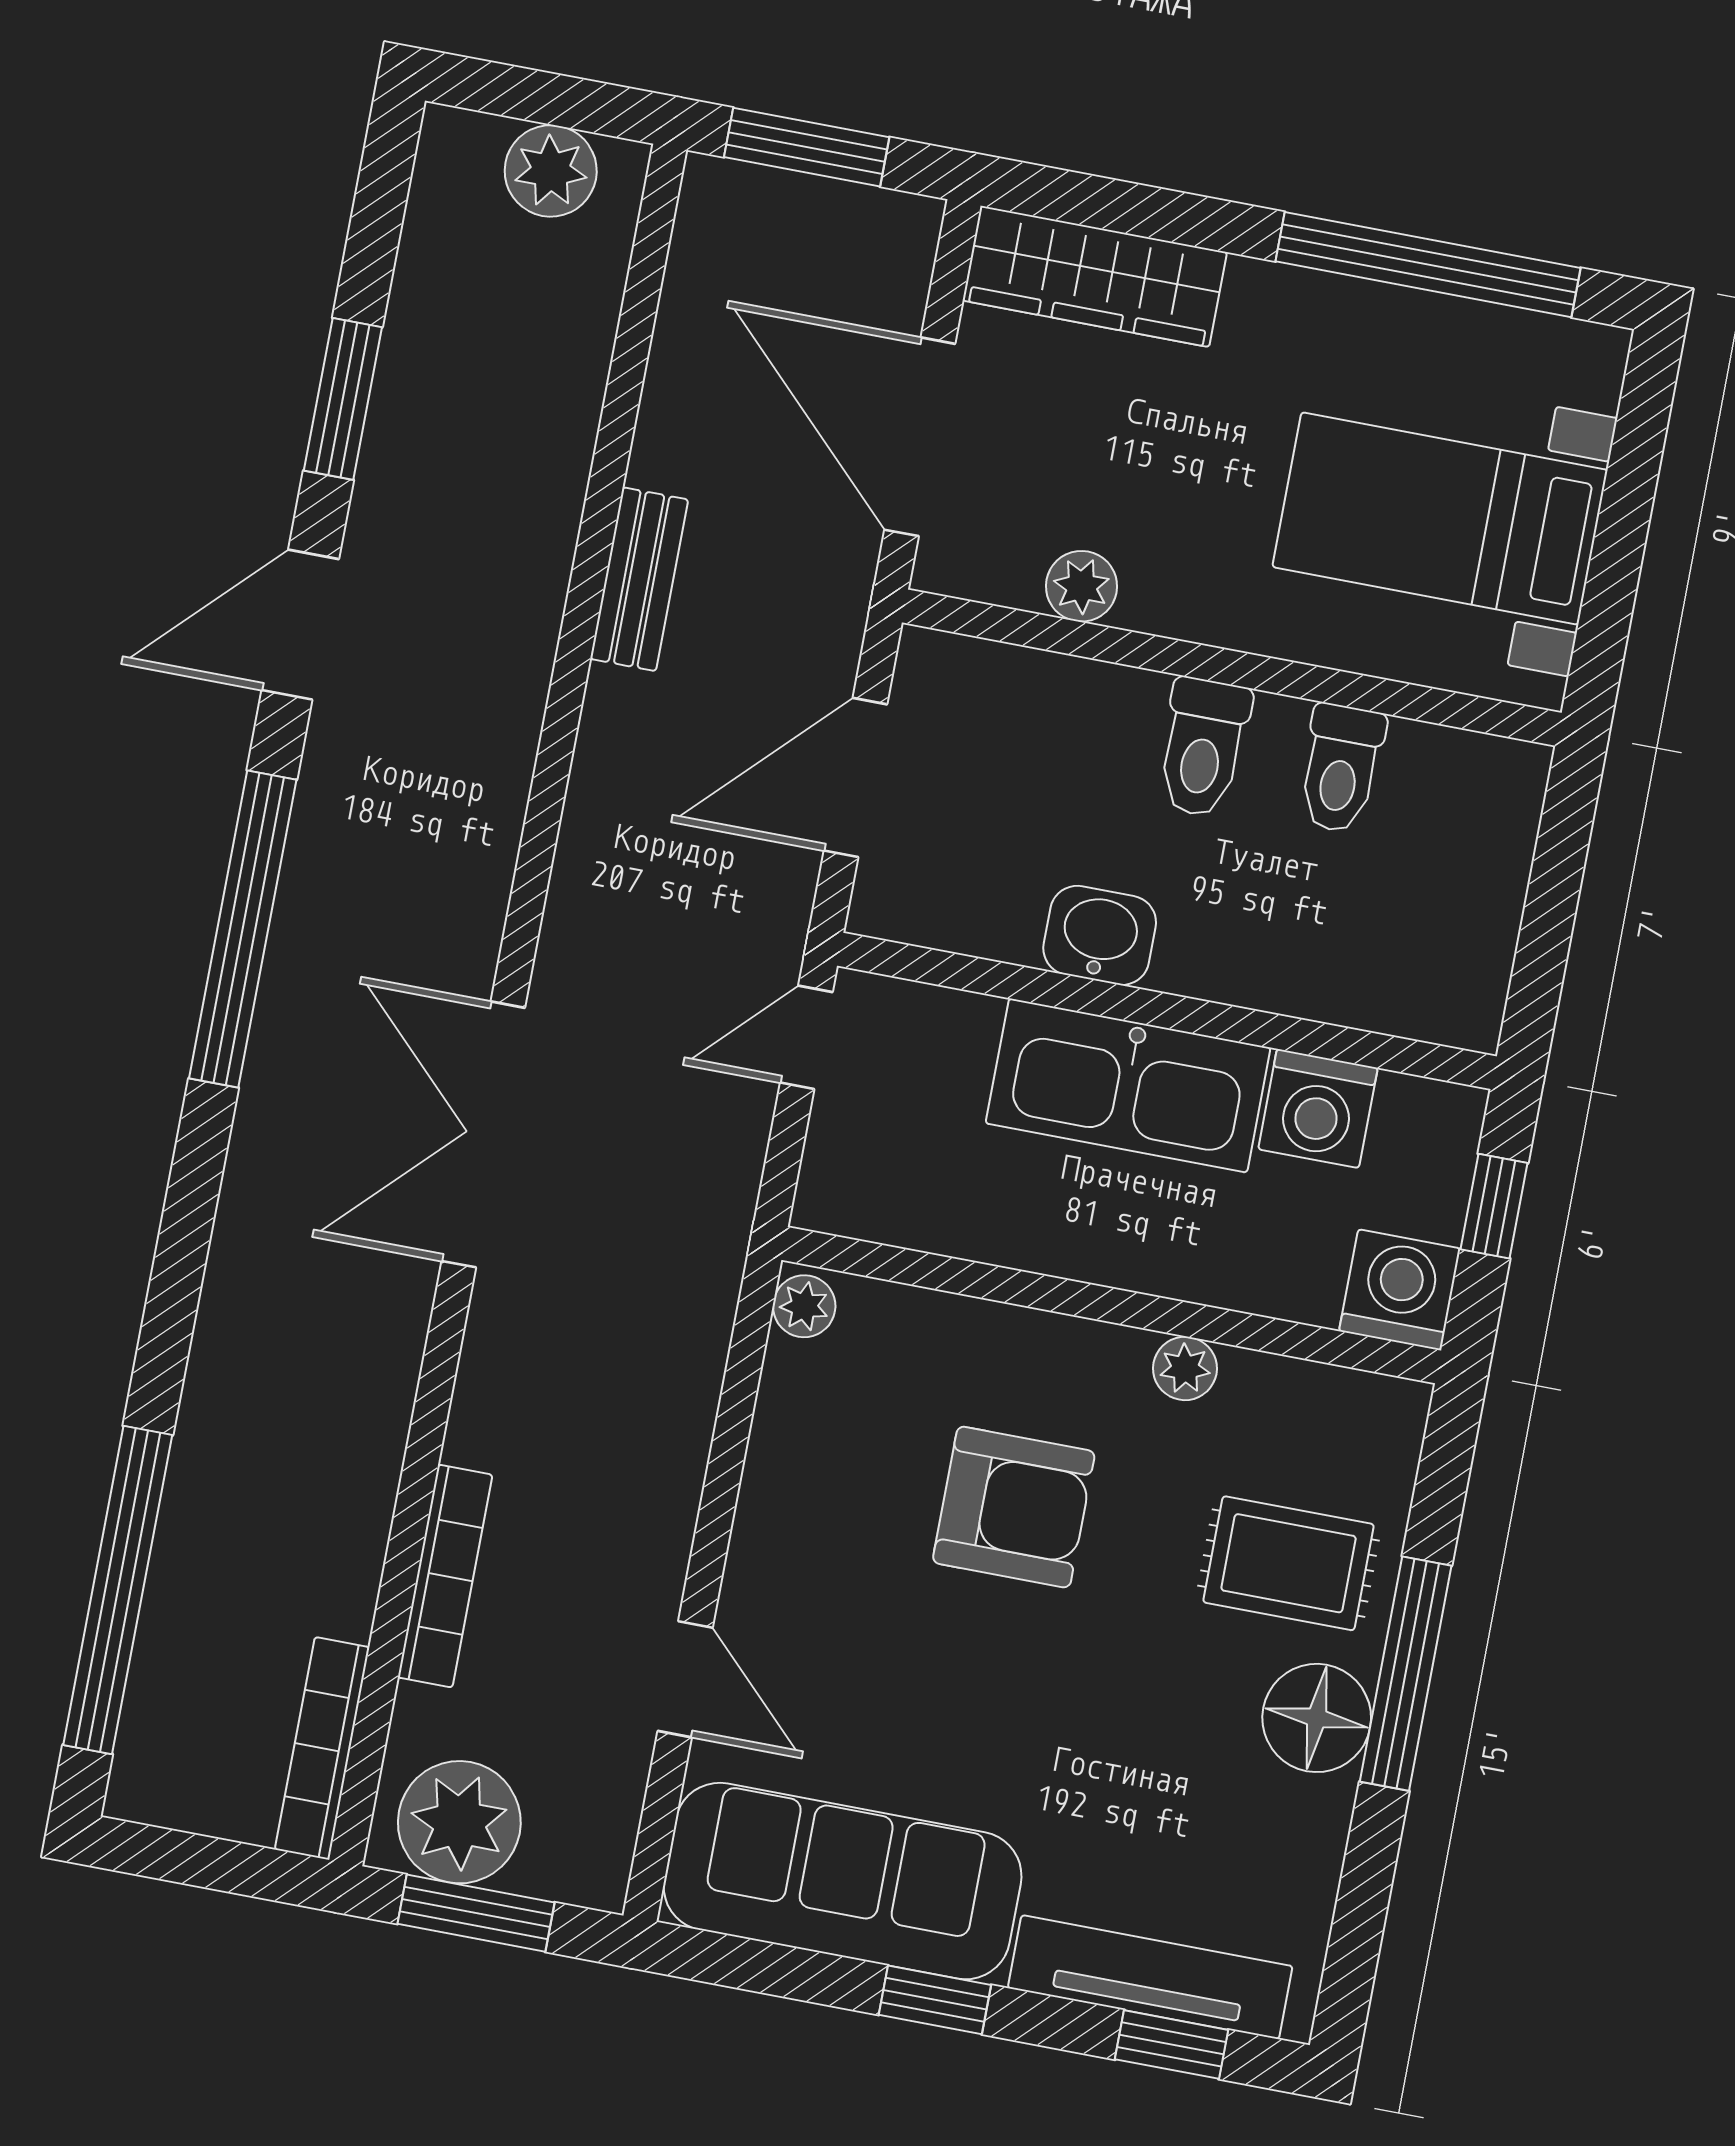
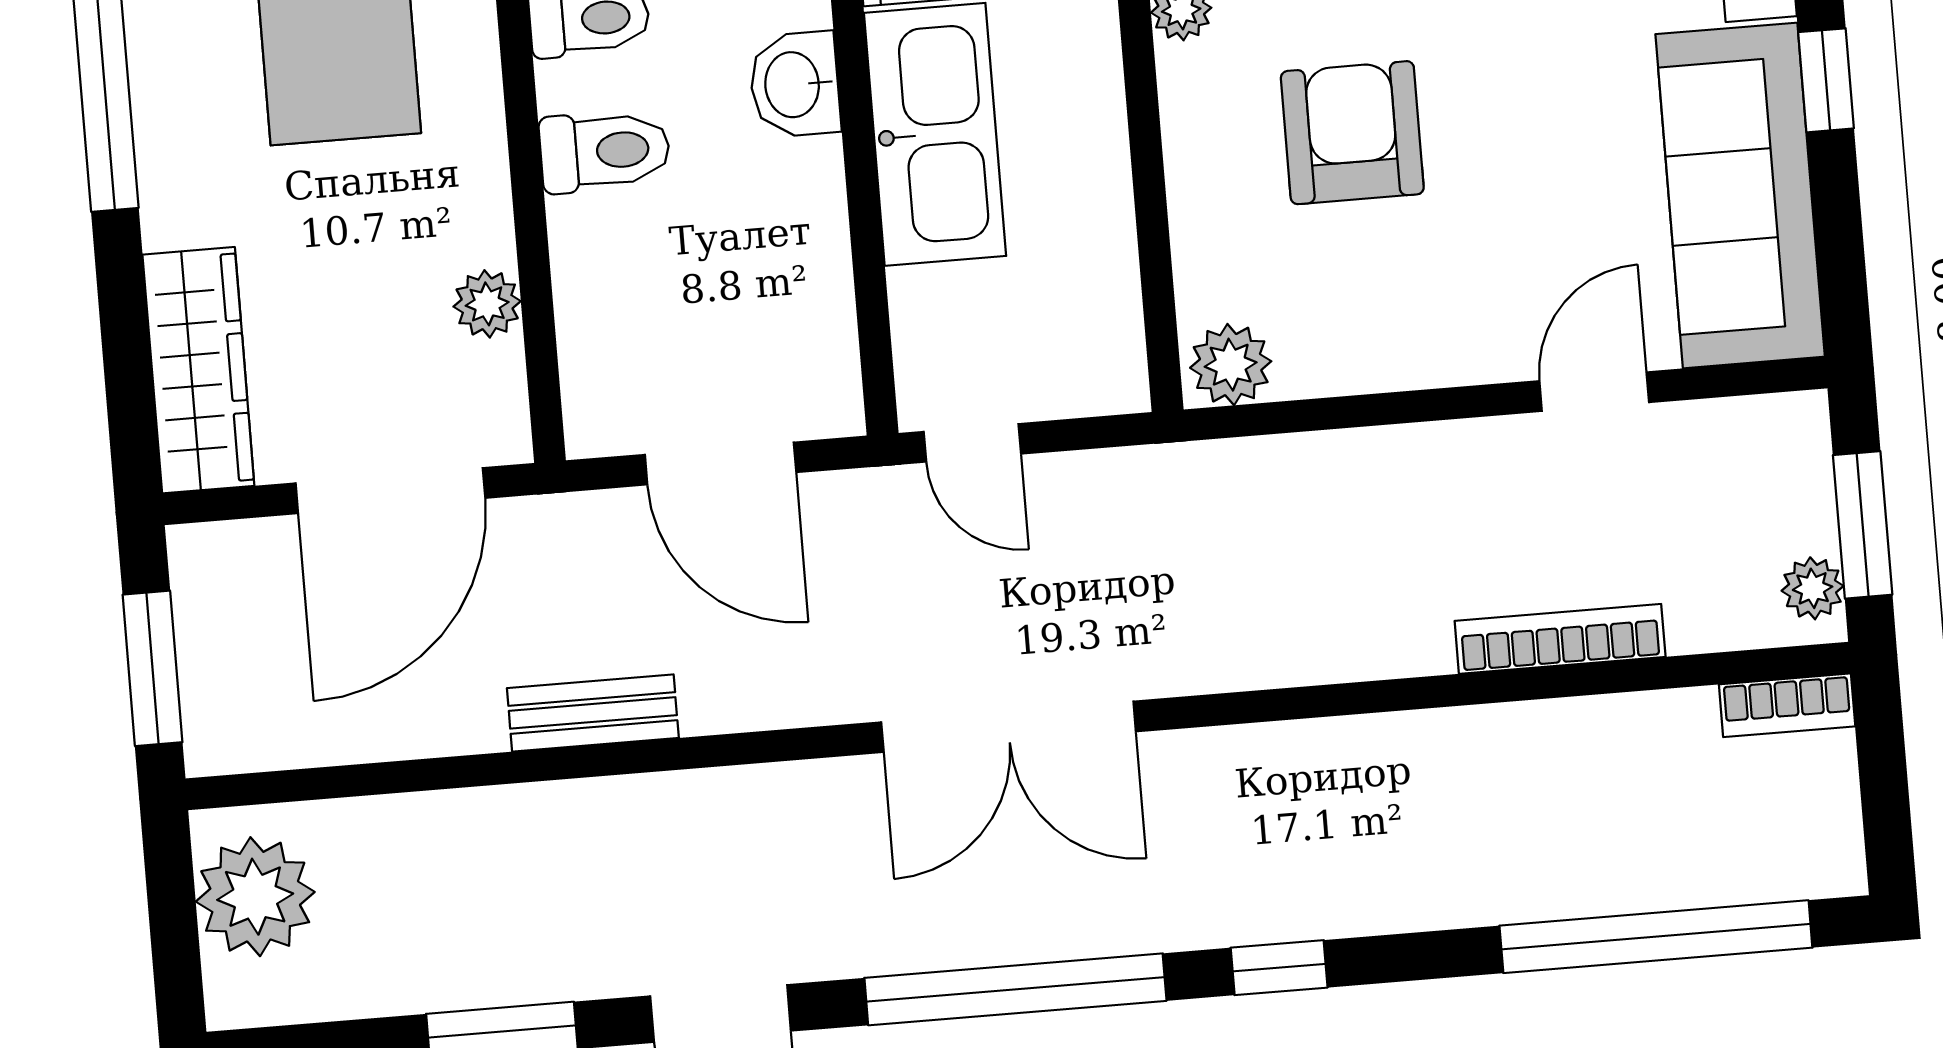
plant: (551, 171) -> (255, 897), width x1.36, depth x1.36
washbasin: (1100, 935) -> (795, 84), moved
double door: (483, 1134) -> (1009, 727), moved
window: (191, 1201) -> (1279, 968), added
plant: (804, 1306) -> (1231, 365), width x1.38, depth x1.38
bookcase: (322, 1748) -> (1787, 705), width x0.64
plant: (459, 1822) -> (1813, 588), width x0.53, depth x0.53

